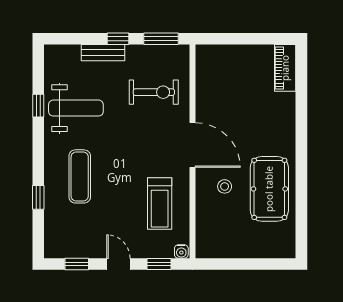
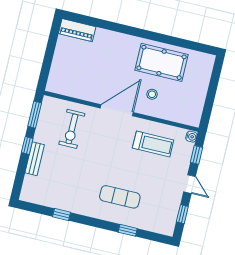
exercise bike: (154, 92) -> (72, 129), turned 180
weight bench: (76, 108) -> (70, 188), removed
door: (118, 264) -> (190, 184), swing flipped

